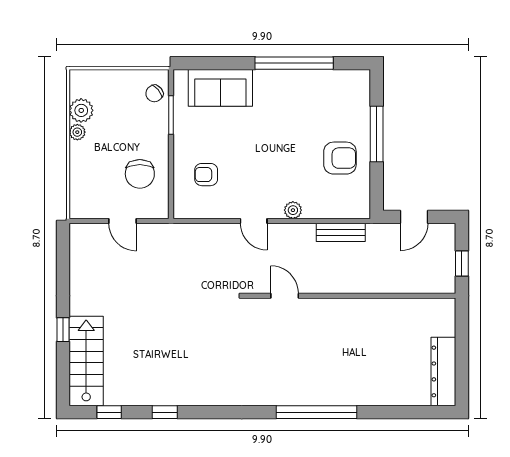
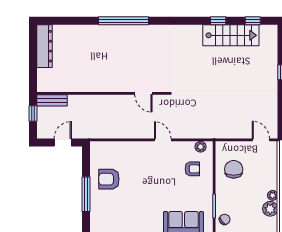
plant: (293, 210) -> (201, 147), moved
door: (123, 221) -> (261, 140), moved
bench: (341, 232) -> (52, 100), moved
stairs: (86, 361) -> (231, 35), moved, turned -90

